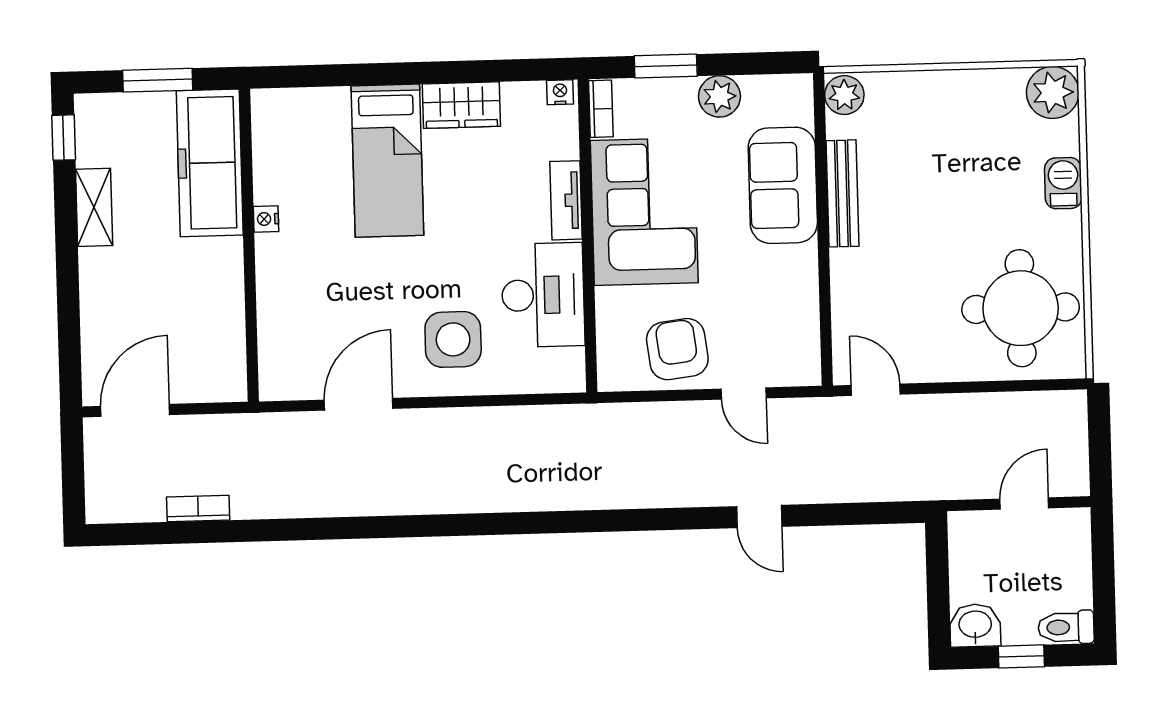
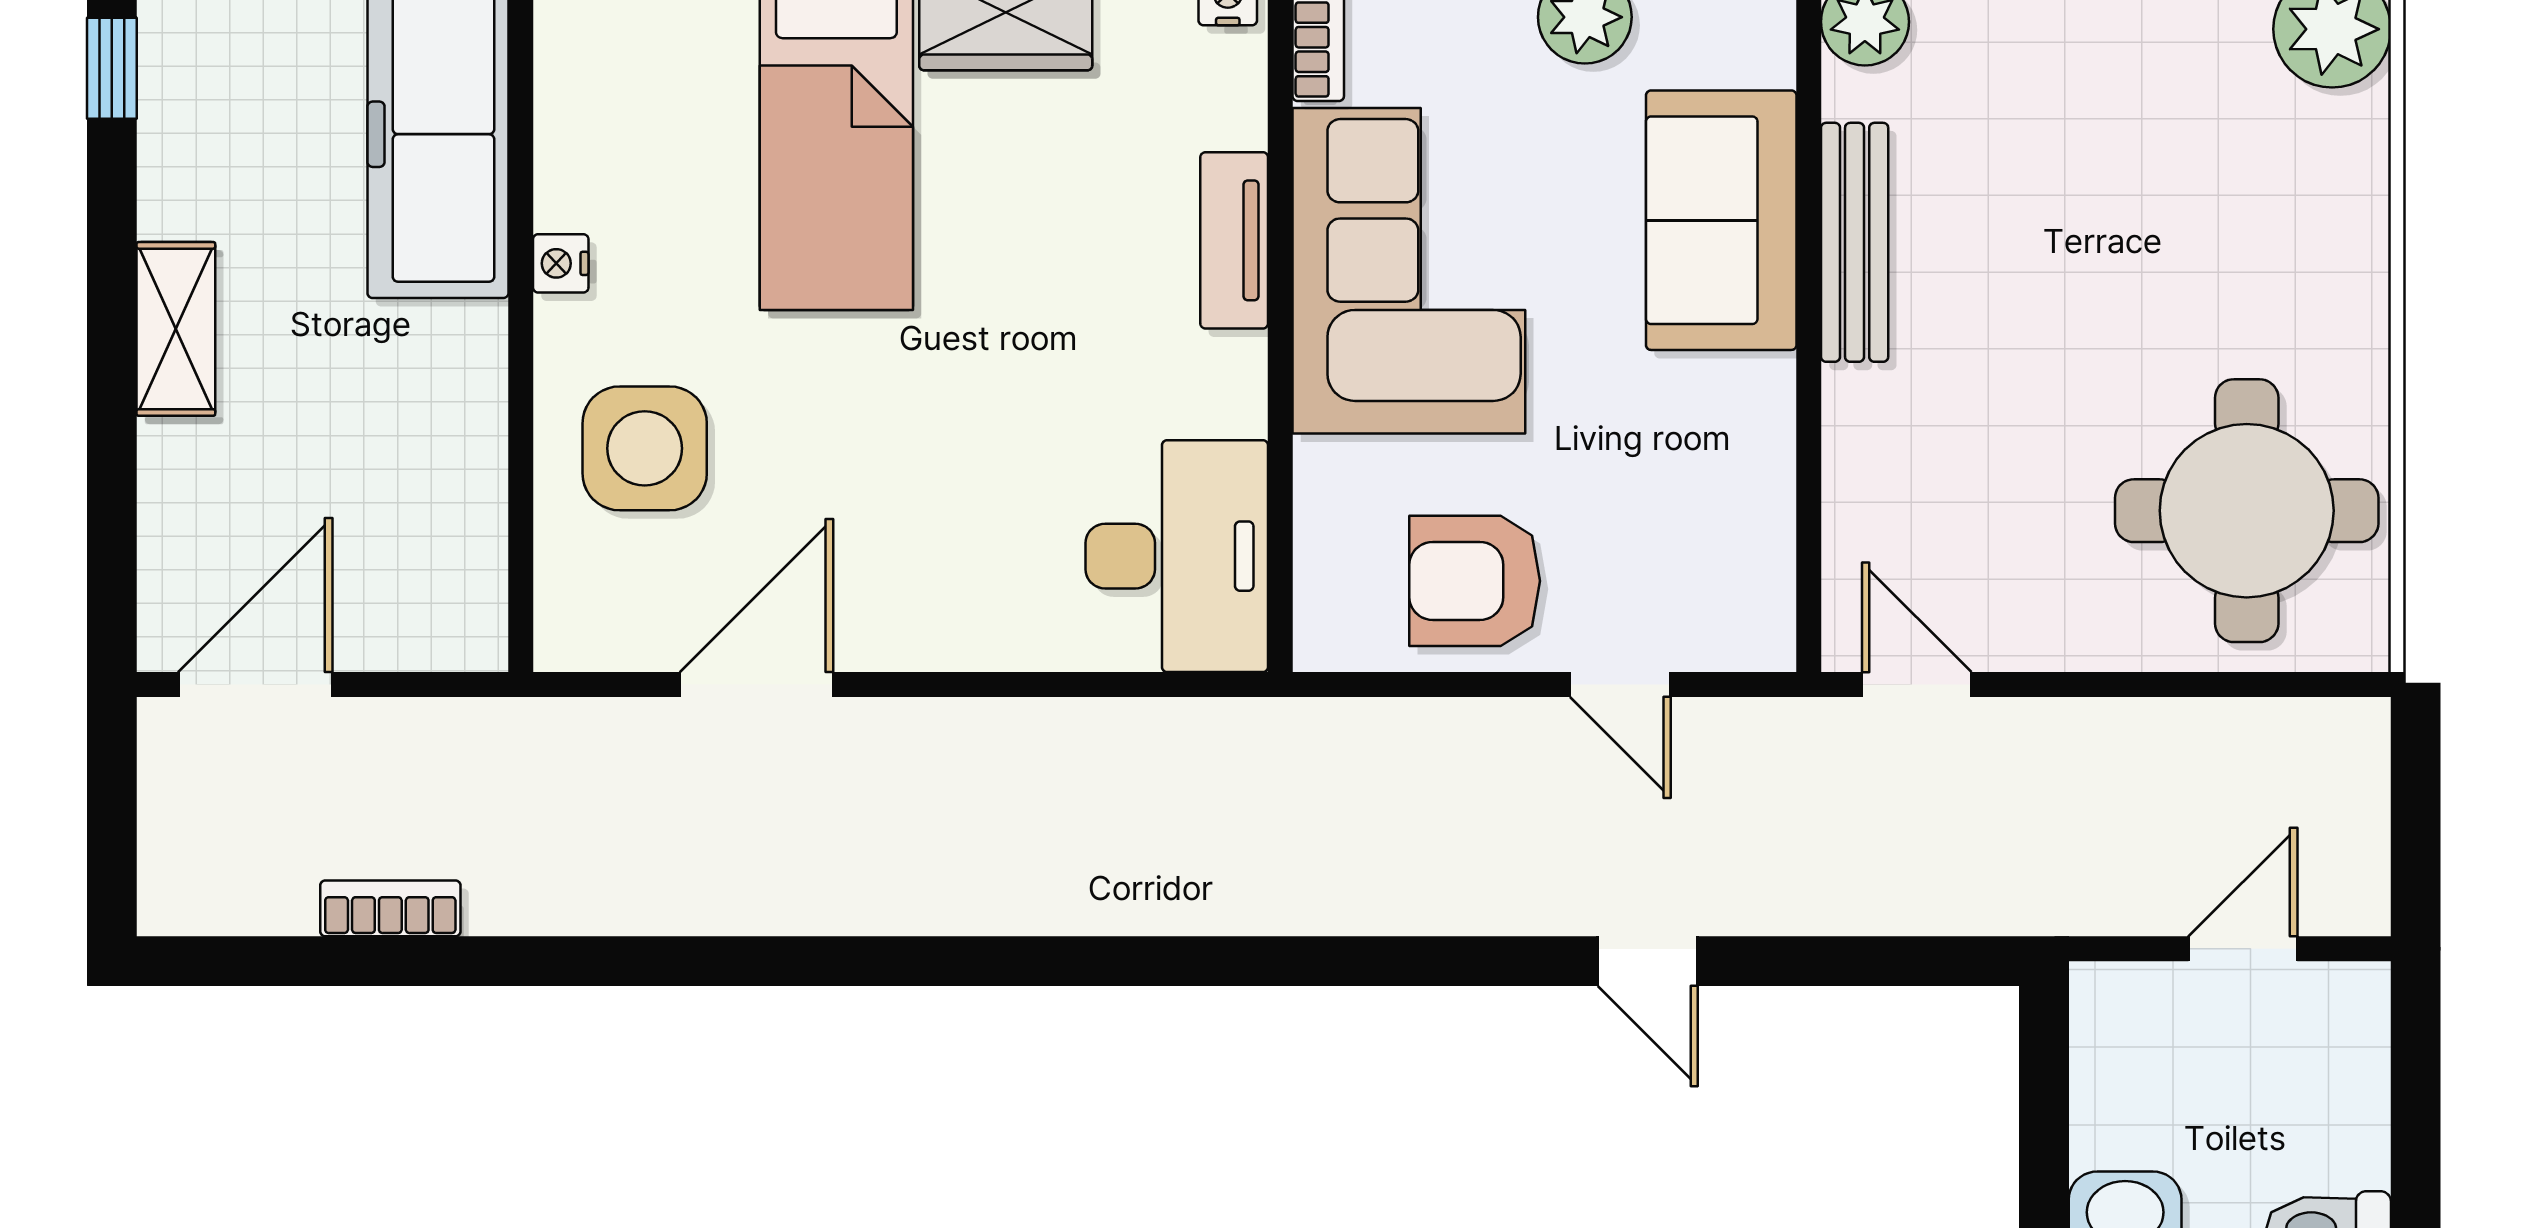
barbecue: (1063, 183) -> (2350, 233), removed
shelving: (94, 207) -> (176, 329), moved
desk: (543, 295) -> (1177, 556), moved
side table: (453, 339) -> (645, 448), moved
armchair: (677, 349) -> (1475, 581), turned -83

